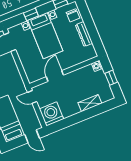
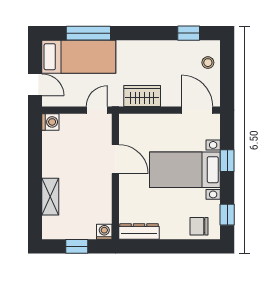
dresser: (84, 34) -> (139, 231), moved
wardrobe: (14, 75) -> (142, 96), added
washing machine: (51, 114) -> (50, 122), width x0.53, depth x0.53
door: (32, 136) -> (35, 85), swing flipped

